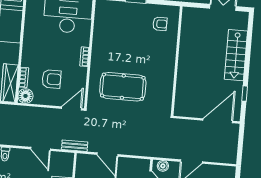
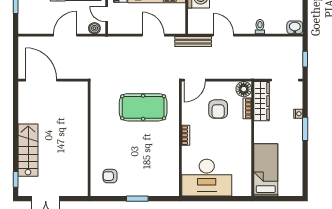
armchair: (51, 79) -> (218, 109), turned -90
window: (245, 94) -> (16, 179), moved
door: (218, 121) -> (41, 80), swing flipped
bench: (75, 146) -> (193, 42), width x1.36

